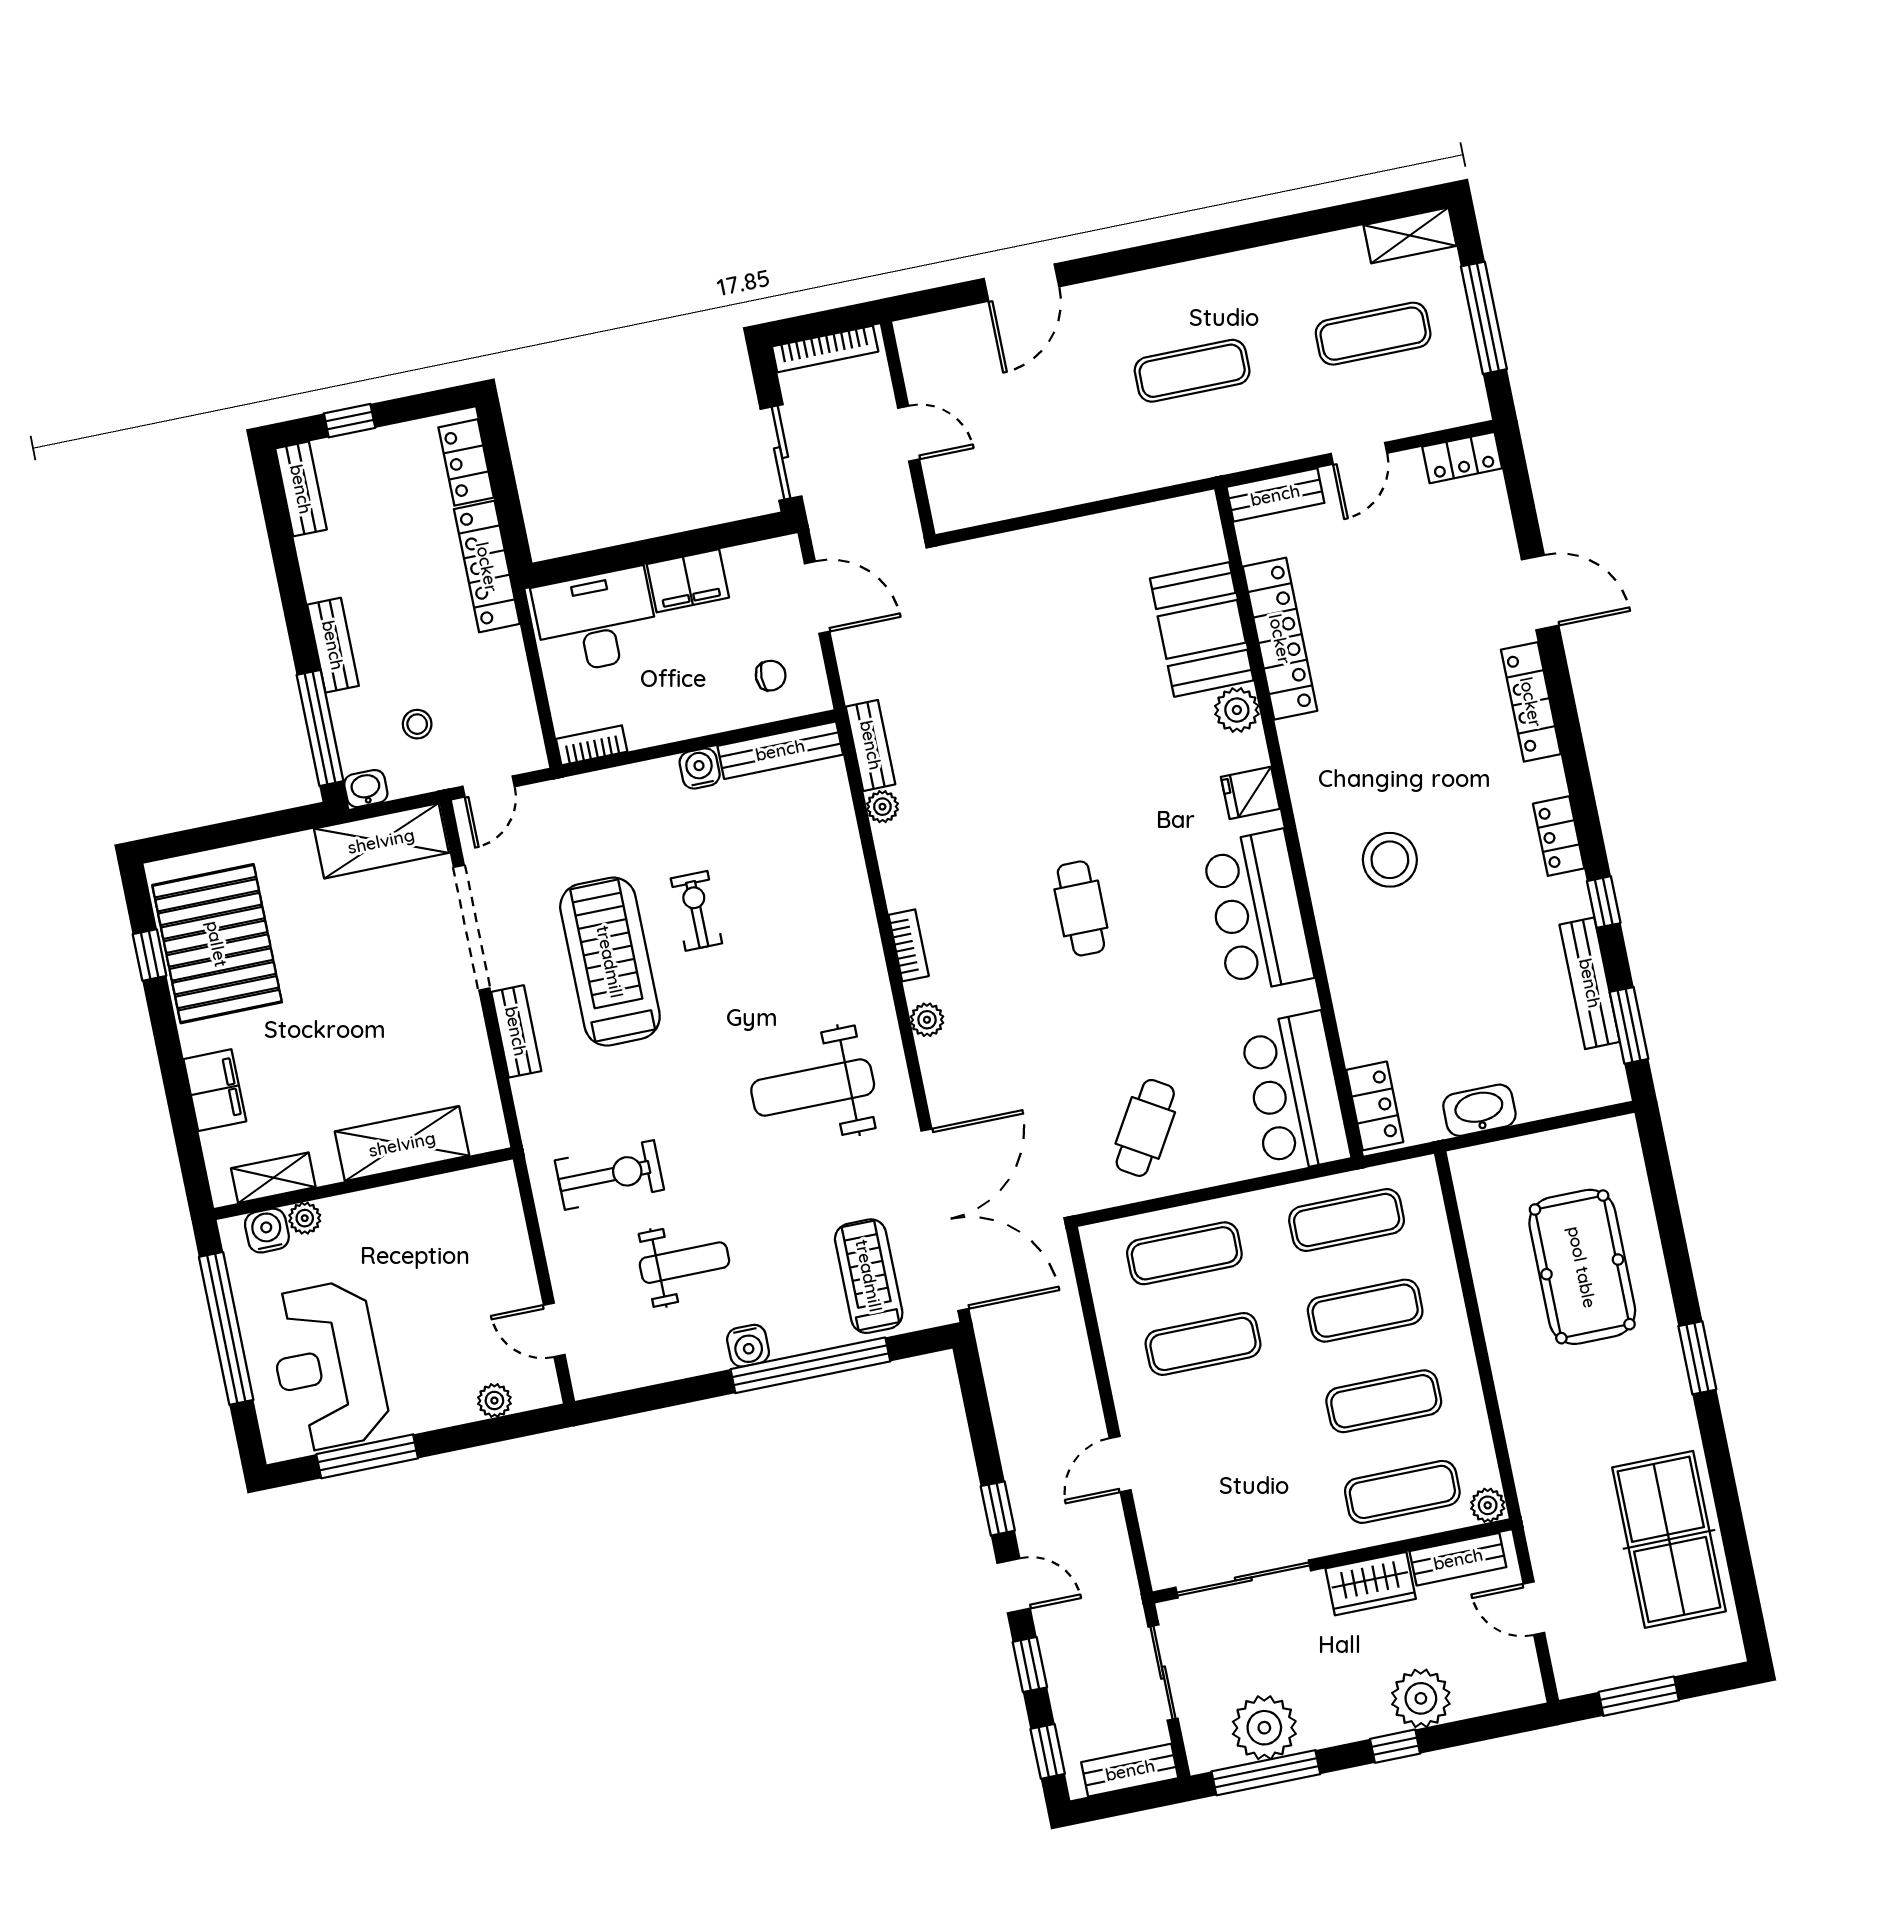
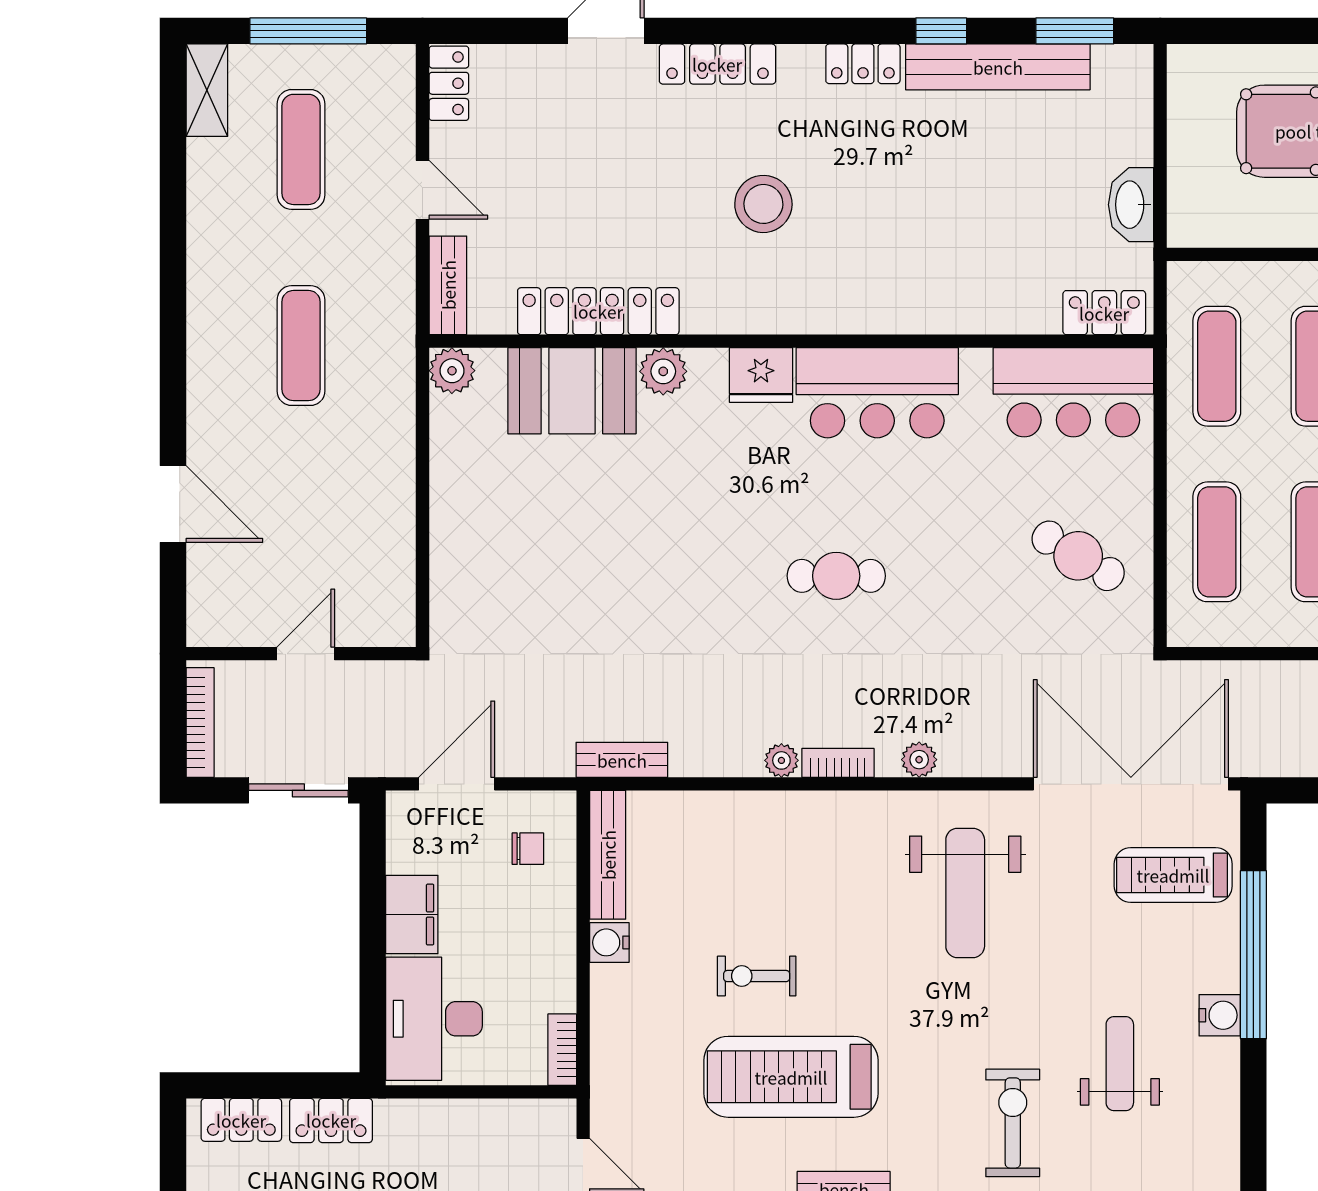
plant: (1197, 515) -> (452, 371), added
locker: (487, 567) -> (331, 1120), width x0.66
chair: (771, 676) -> (528, 849), turned 90
fridge: (1250, 793) -> (761, 375), width x1.38
plant: (882, 807) -> (781, 760), moved
stool: (1390, 860) -> (763, 204), moved
bench: (1590, 983) -> (998, 67), width x1.37, depth x1.21

